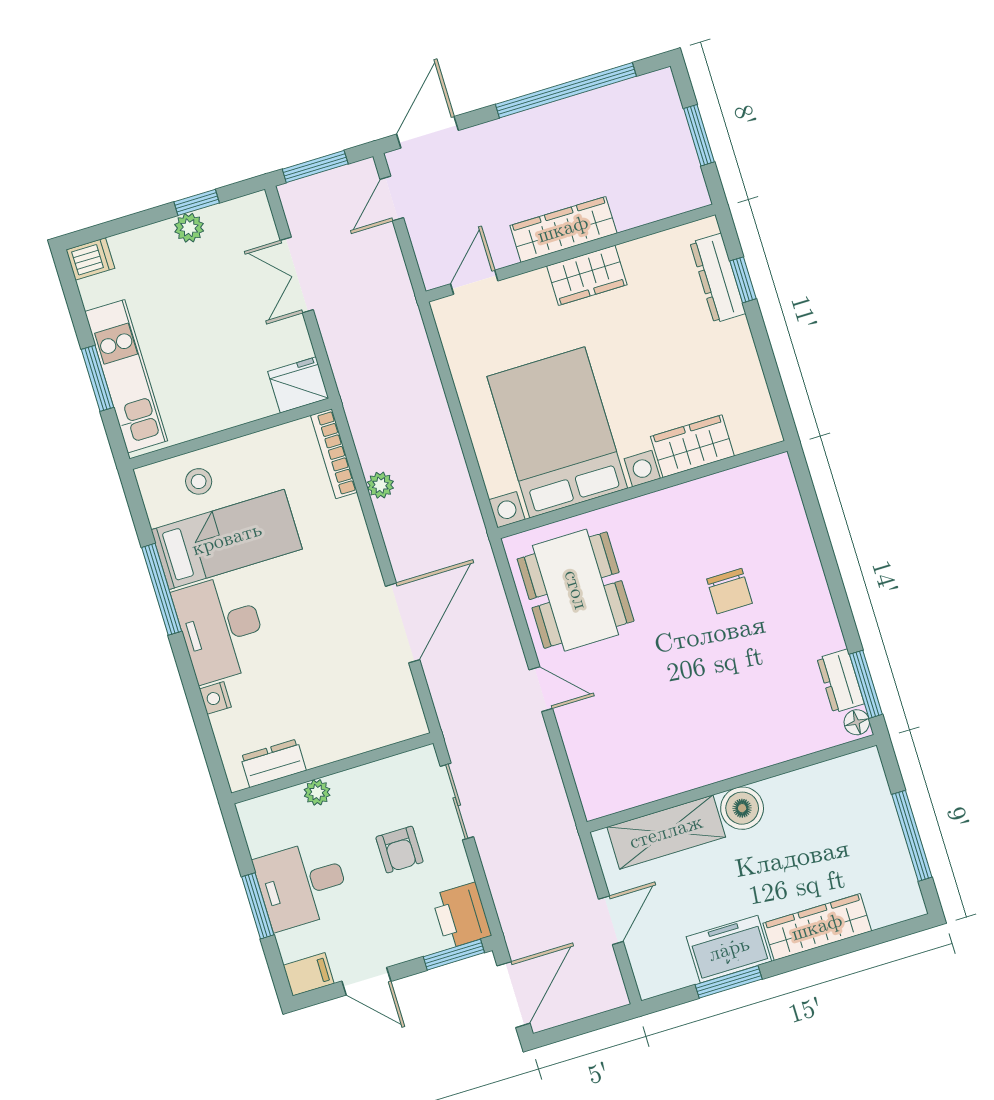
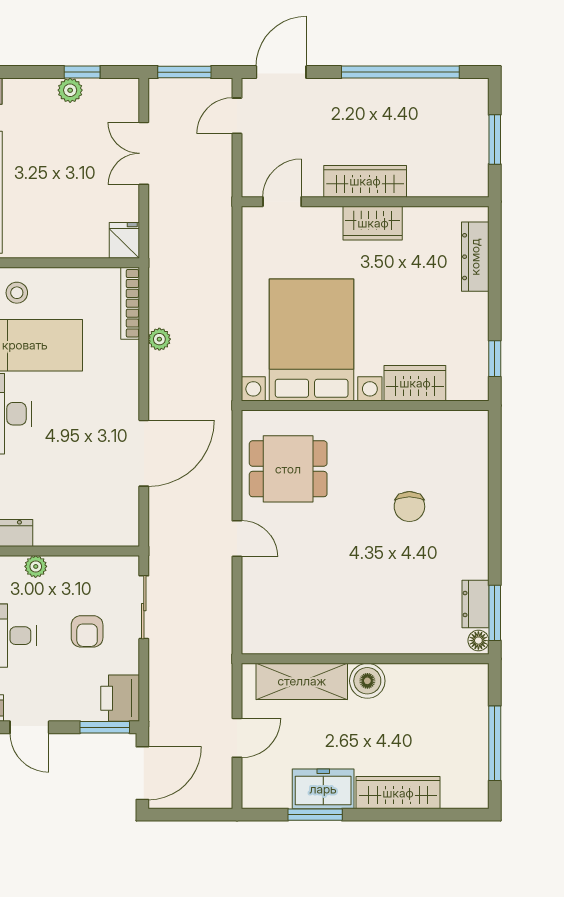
window: (743, 280) -> (495, 359), moved
fridge: (298, 385) -> (124, 240), width x0.72
dining table: (576, 590) -> (288, 469), width x0.73

